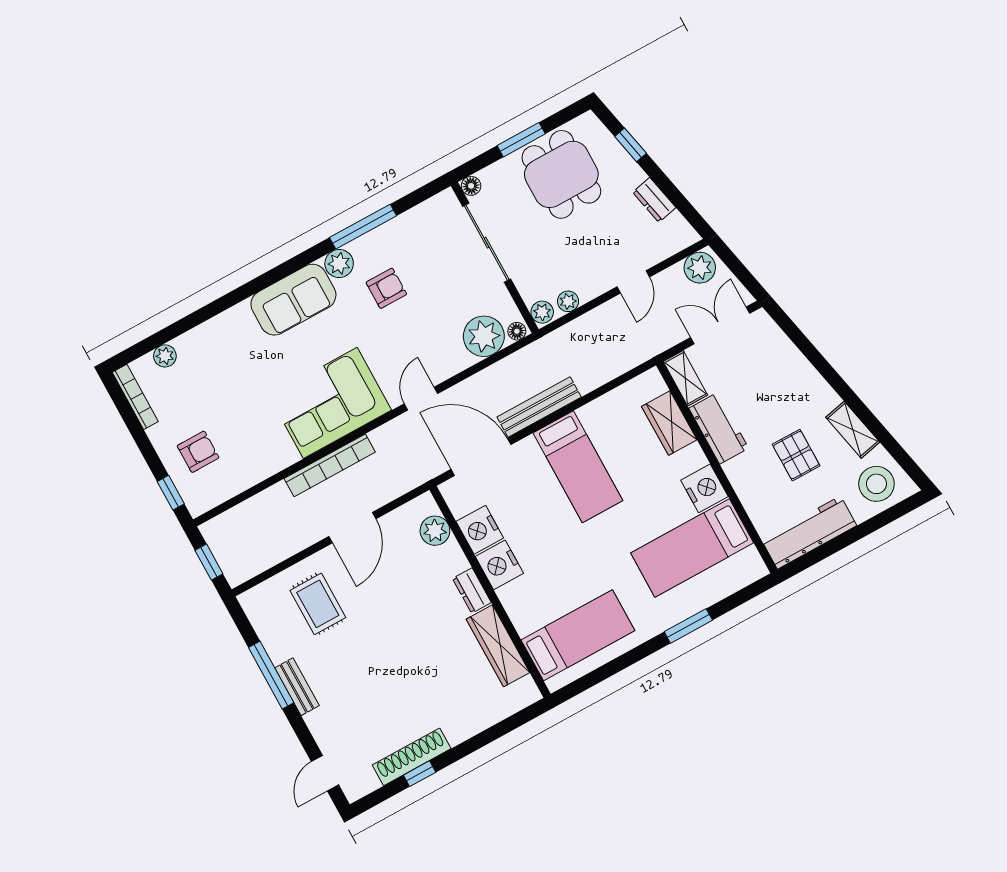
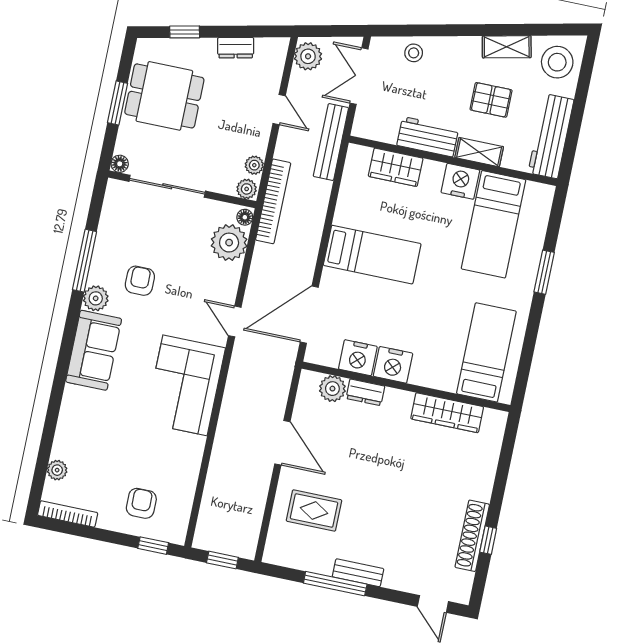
stool: (780, 355) -> (414, 53), added
shelving: (685, 378) -> (479, 152), moved
bench: (539, 407) -> (331, 142), moved
bookcase: (330, 465) -> (273, 201), moved
dresser: (472, 591) -> (365, 392), moved

